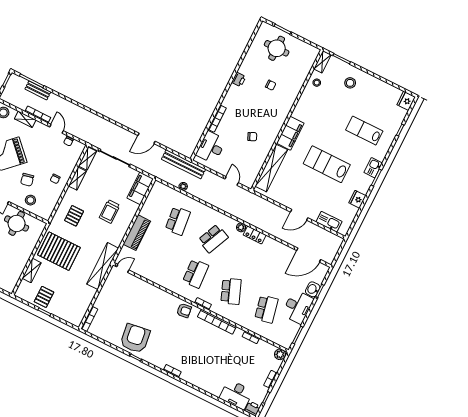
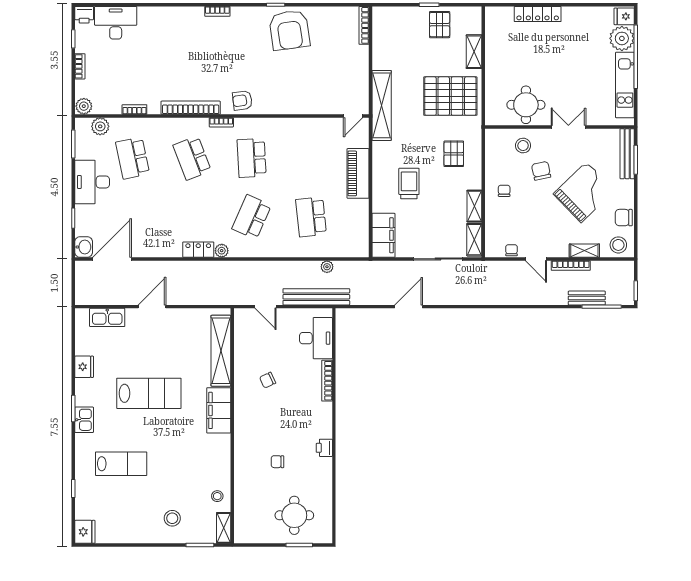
bench: (184, 164) -> (316, 297), moved
washbasin: (313, 289) -> (84, 247), moved
plant: (276, 337) -> (100, 126), added

